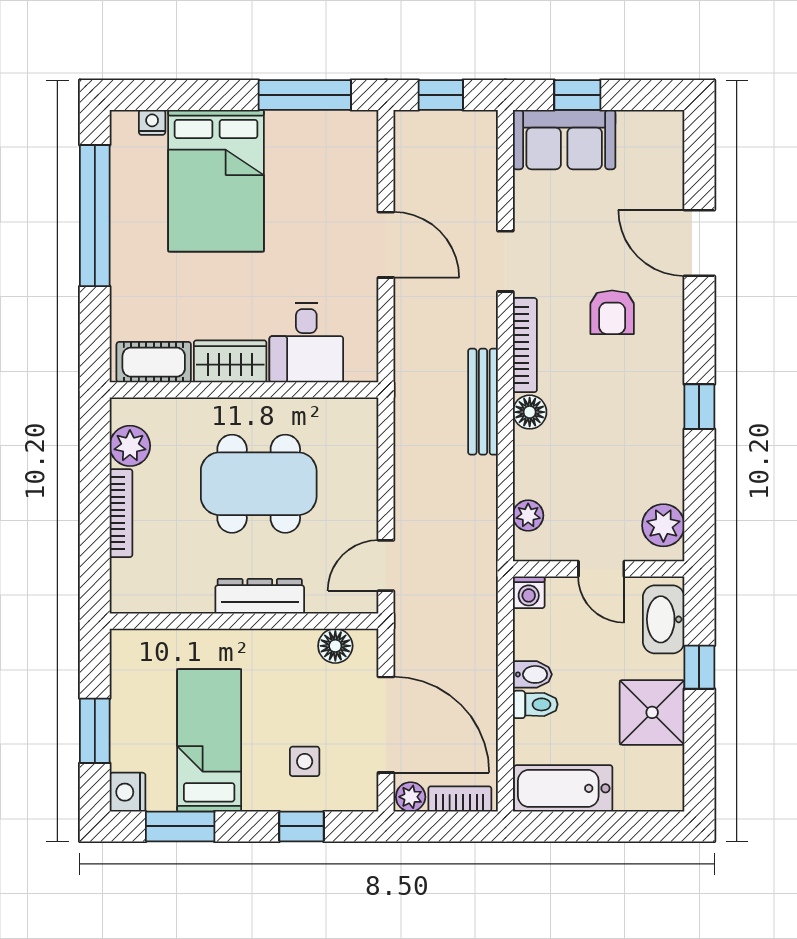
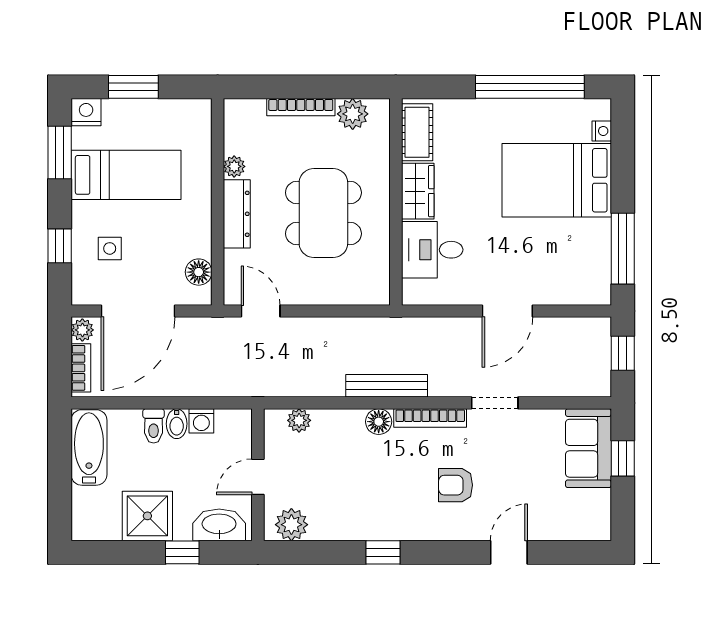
door: (699, 243) -> (509, 552), width x0.73
washing machine: (529, 592) -> (201, 421), moved, turned -90
plant: (198, 600) -> (234, 166), added

